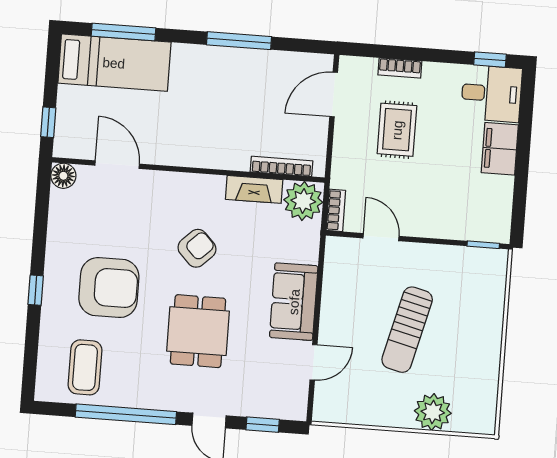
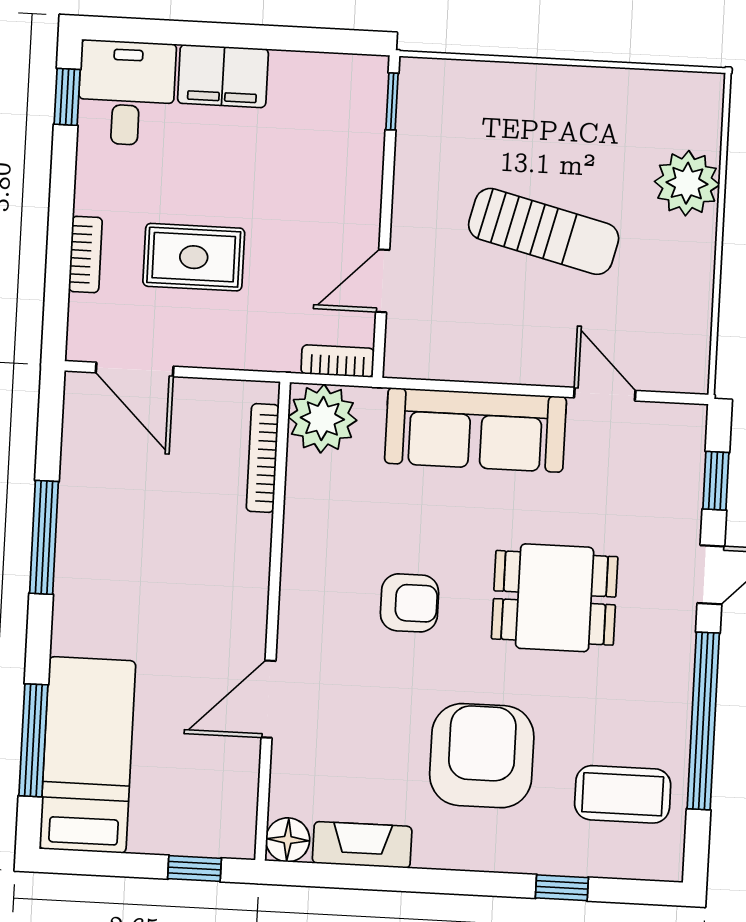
door: (117, 165) -> (268, 699), moved
fireplace: (254, 189) -> (362, 845), moved, turned -90
armchair: (197, 248) -> (409, 603), turned 134
window: (36, 290) -> (562, 888), moved
sofa: (294, 302) -> (475, 430), width x1.36

